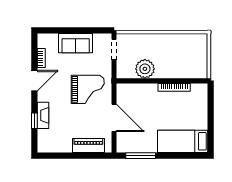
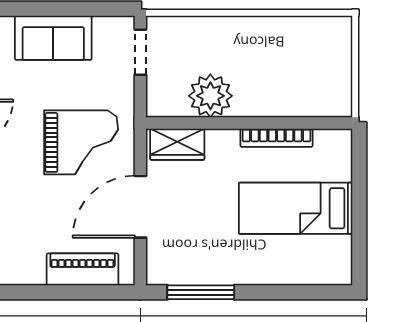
wardrobe: (130, 90) -> (177, 144), added
door: (114, 118) -> (140, 207), swing flipped
bed: (183, 141) -> (296, 208), moved

